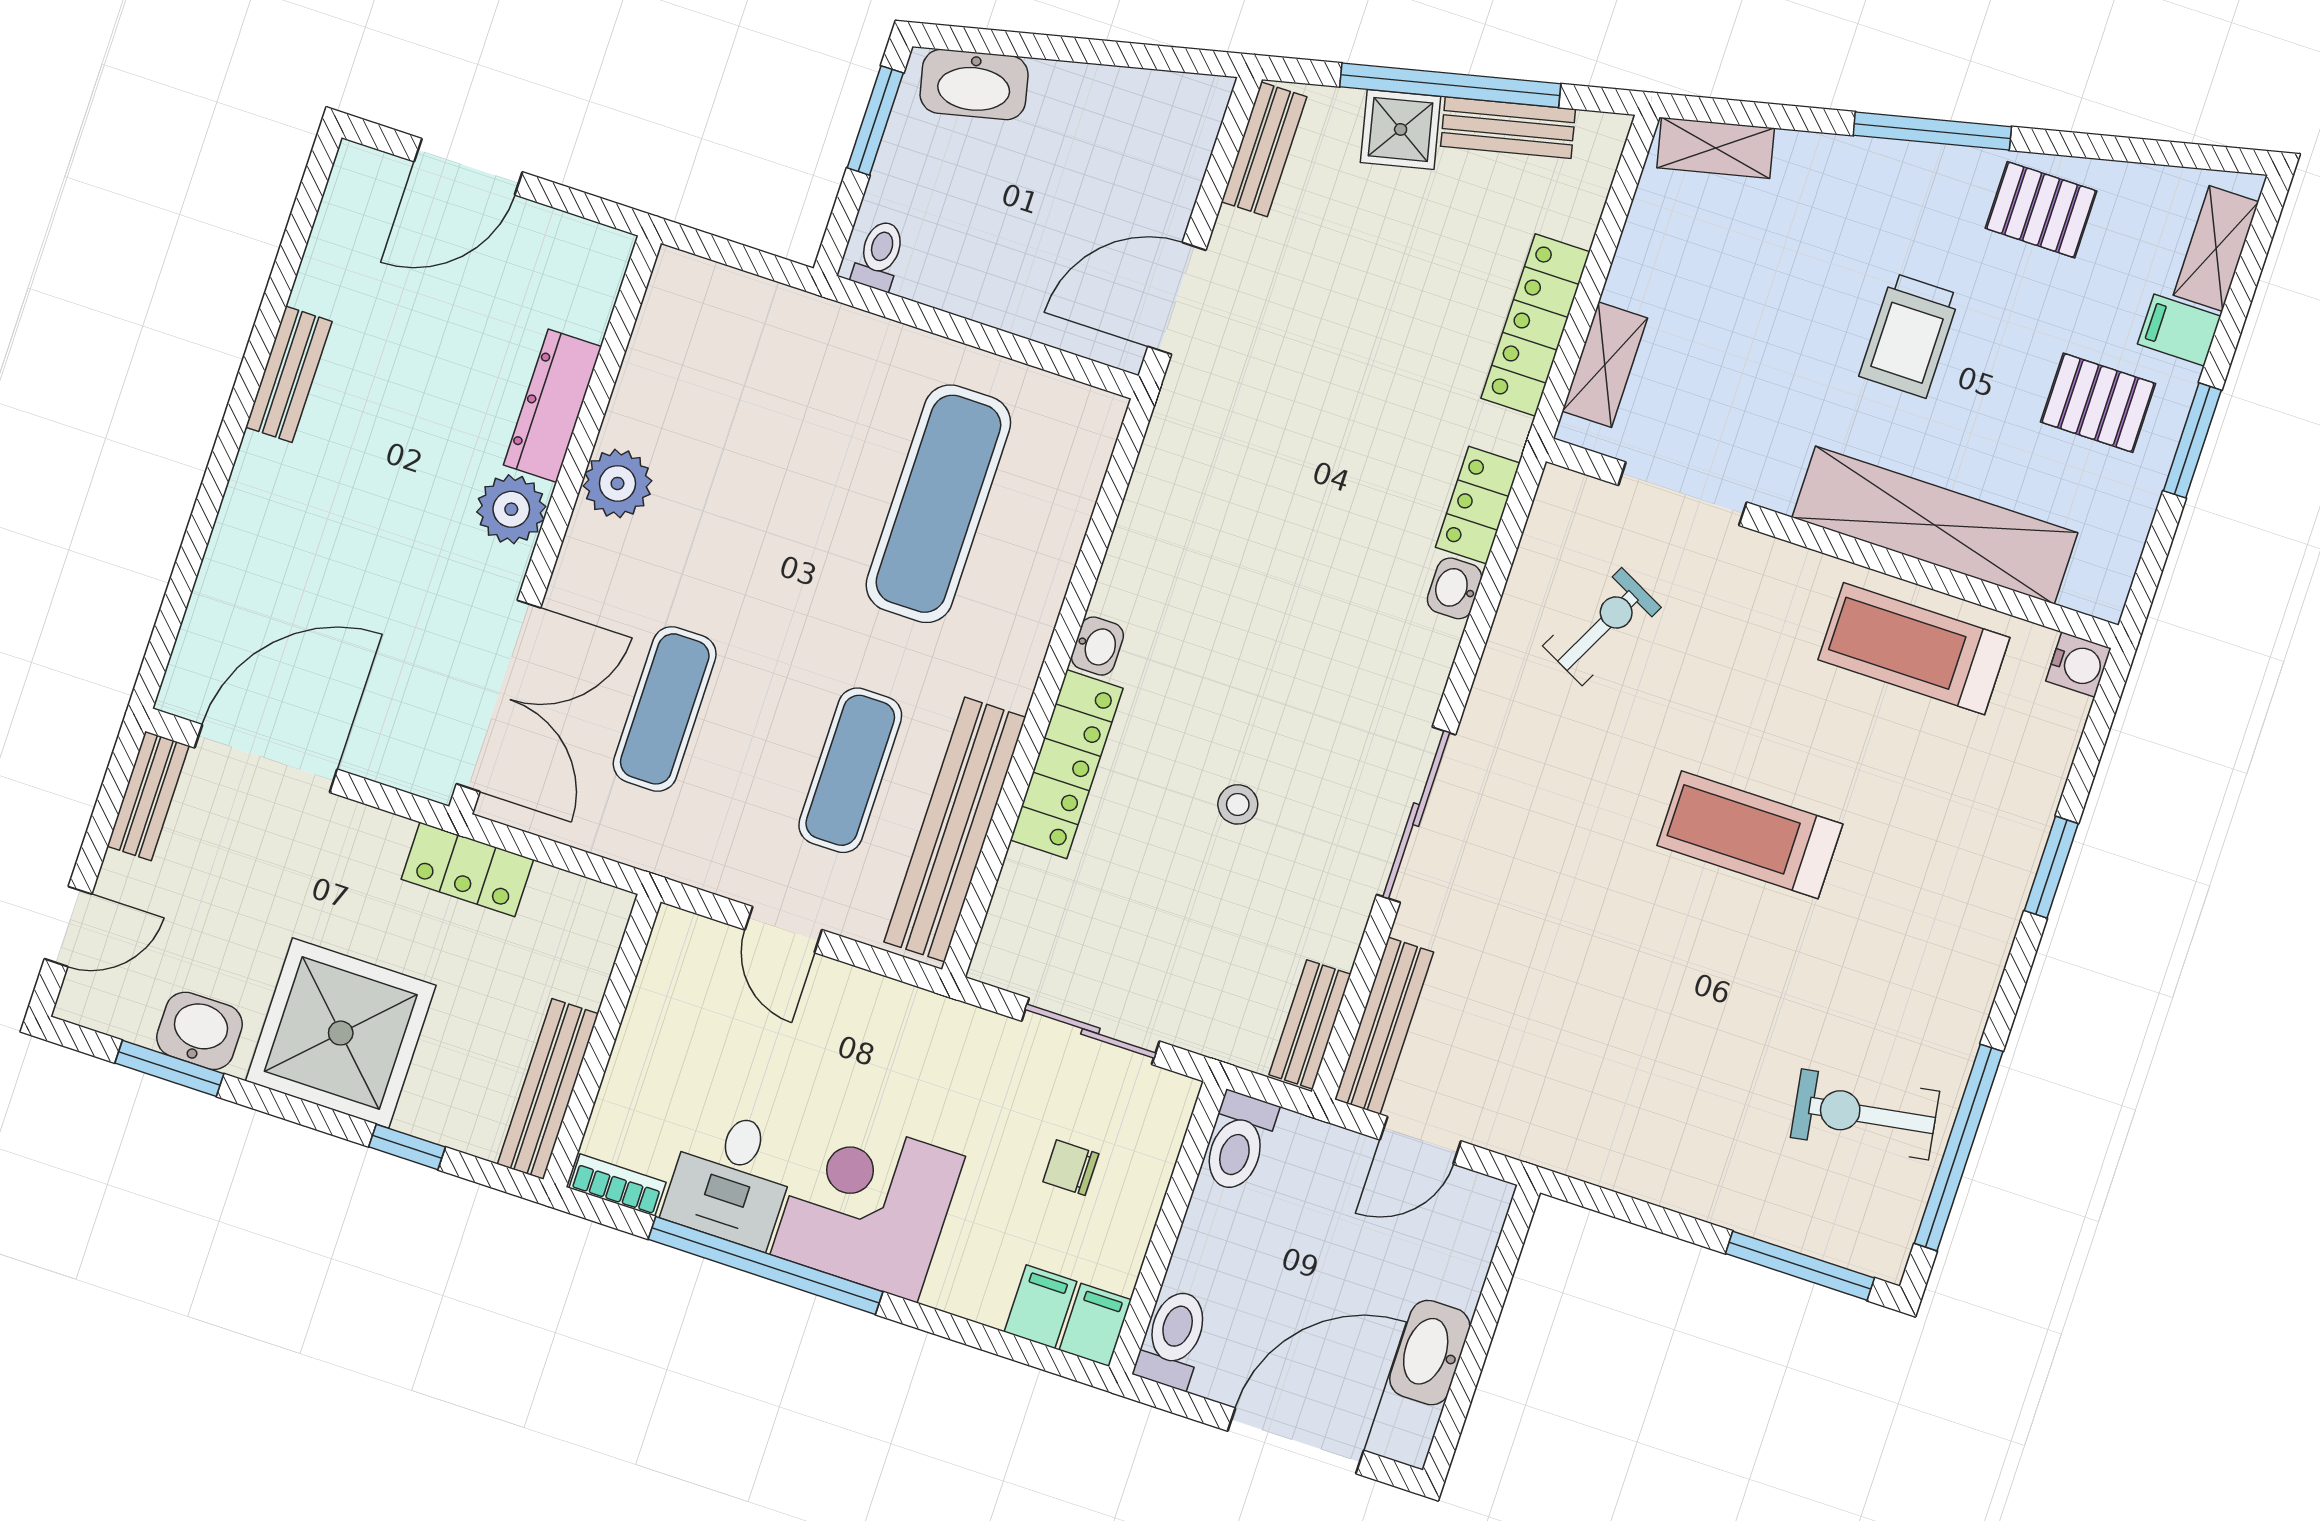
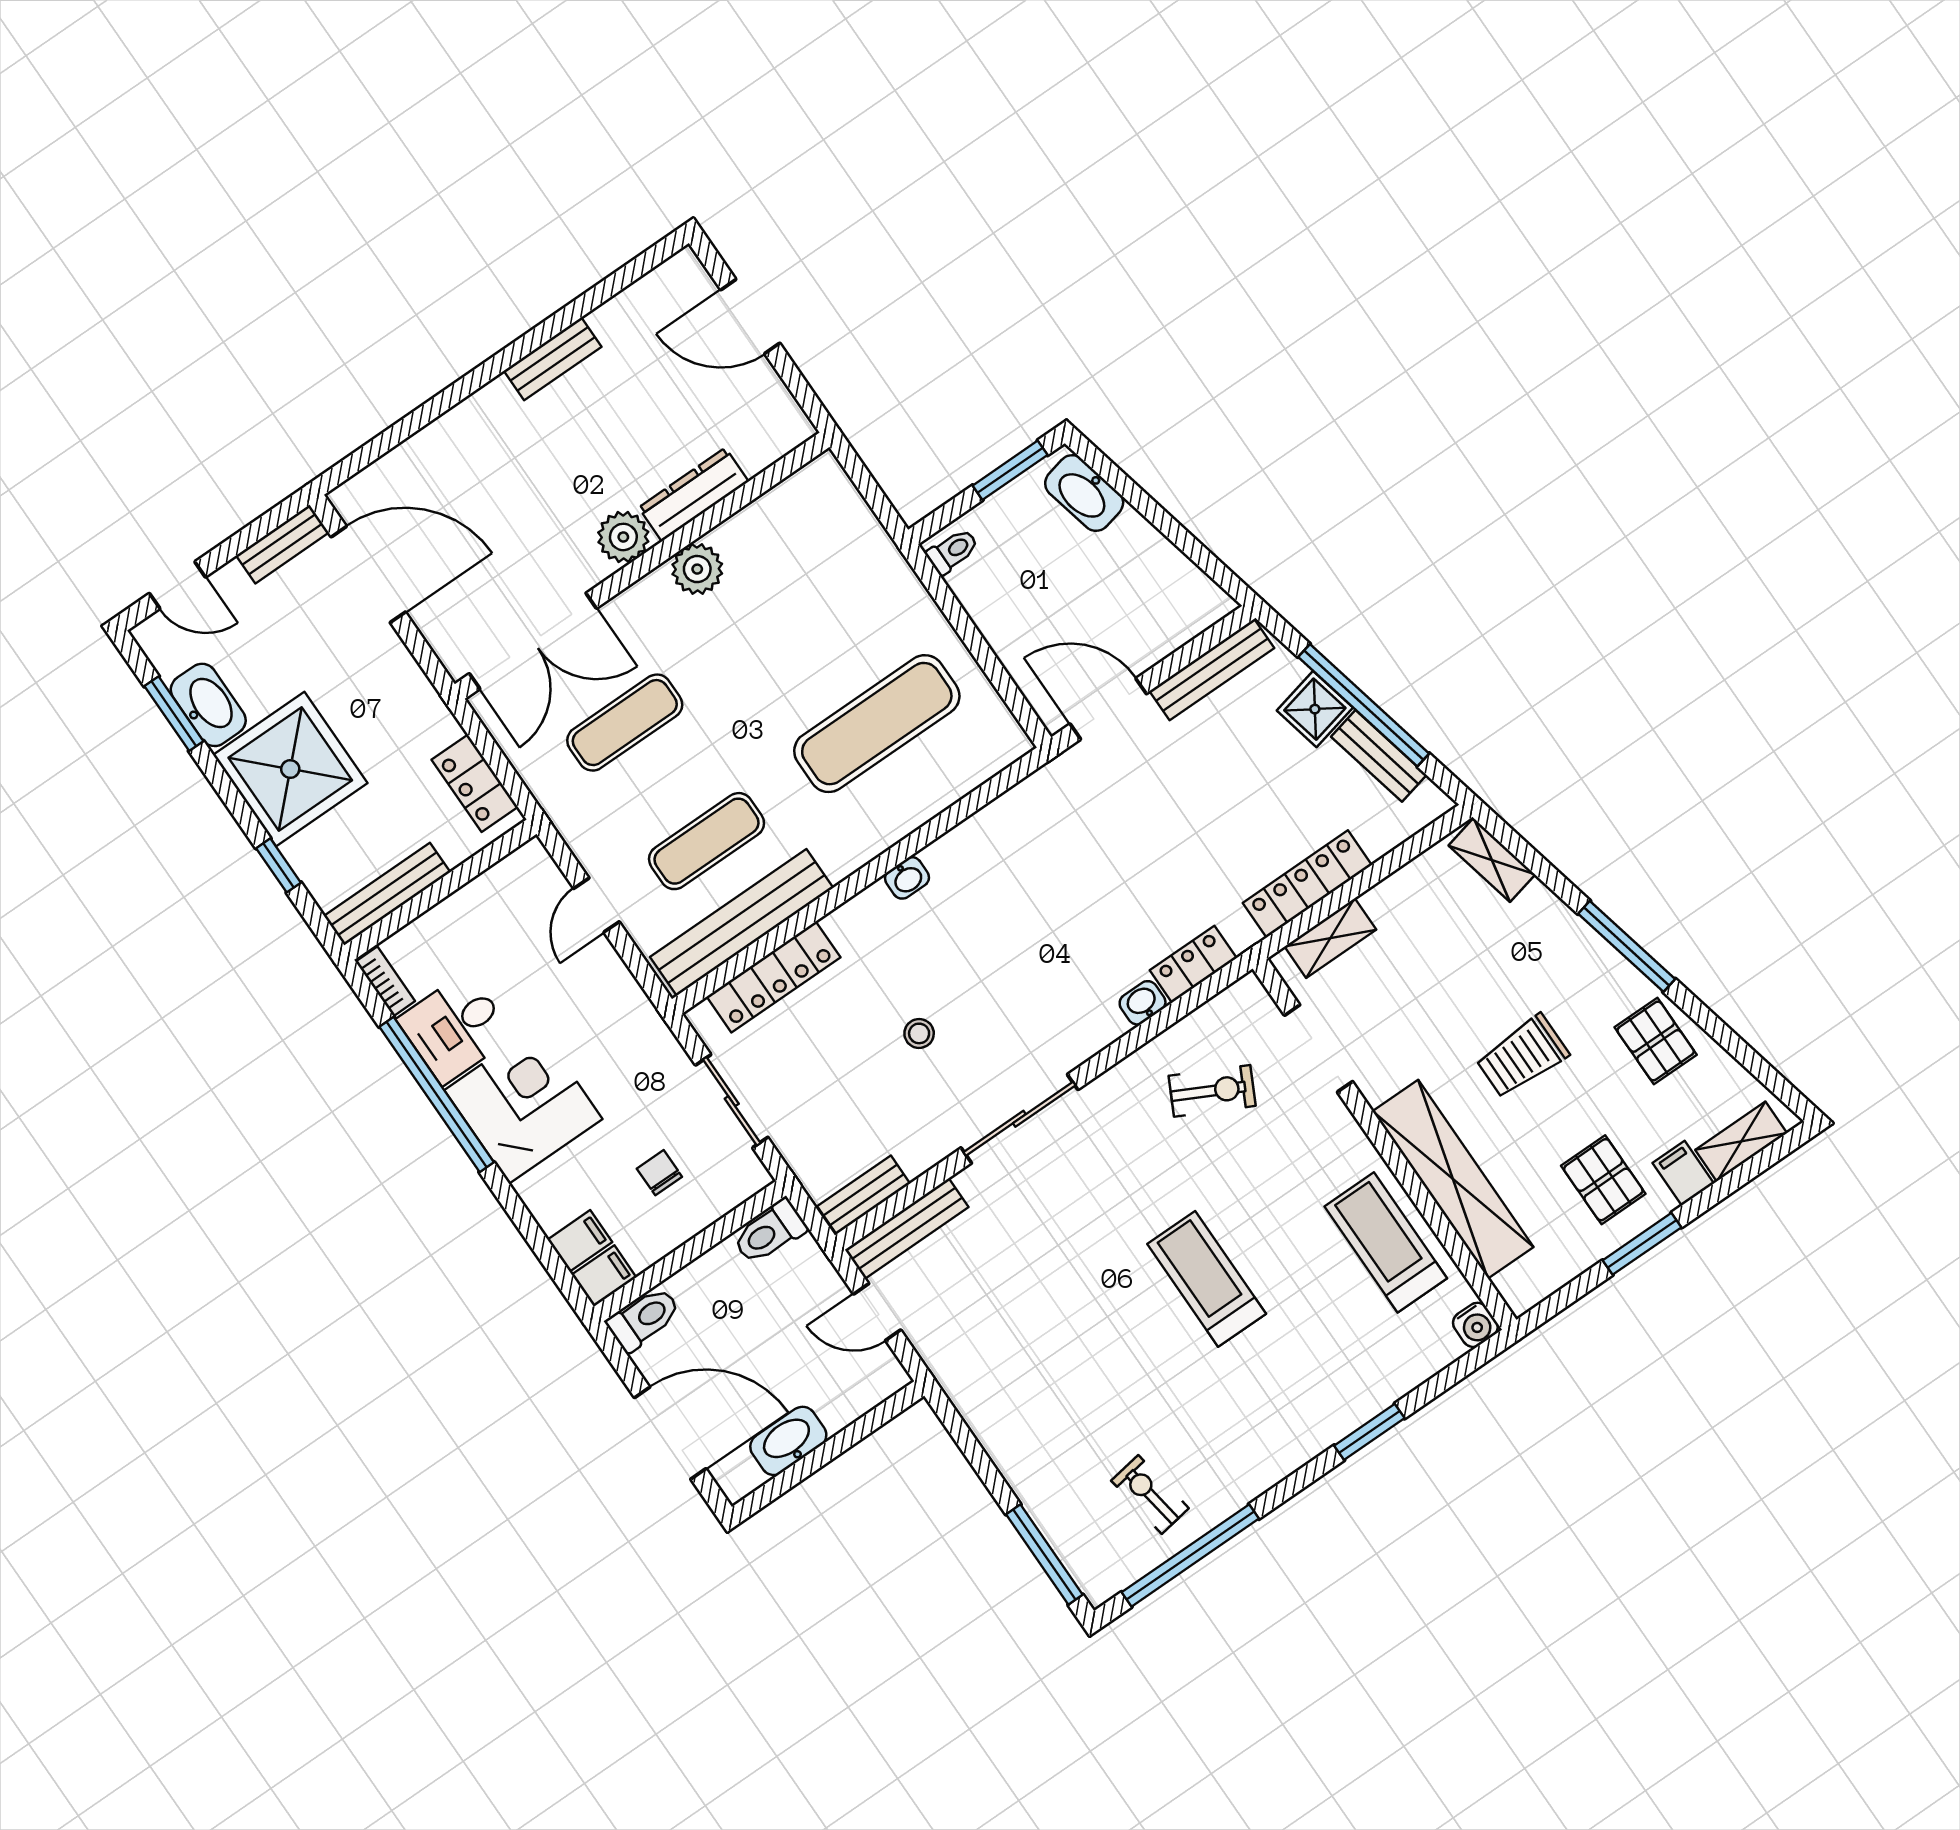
bench: (1264, 149) -> (1212, 670), width x1.36
locker: (1067, 764) -> (774, 977), moved
locker: (467, 869) -> (475, 783), moved
washbasin: (200, 1031) -> (208, 705), width x1.38
exercise bike: (1865, 1114) -> (1150, 1494), width x0.73, depth x0.72

